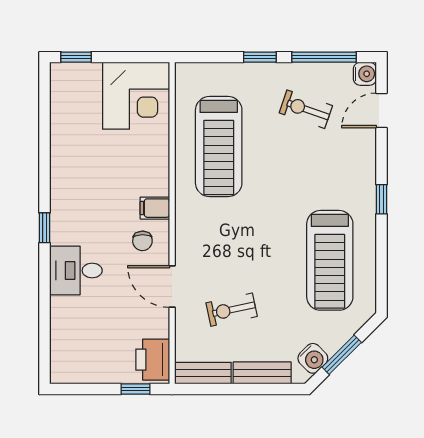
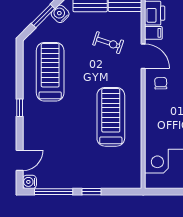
exercise bike: (306, 109) -> (64, 161), removed
treadmill: (219, 146) -> (111, 117), moved
filing cabinet: (155, 208) -> (153, 33), moved
exercise bike: (232, 310) -> (108, 43), turned 31

